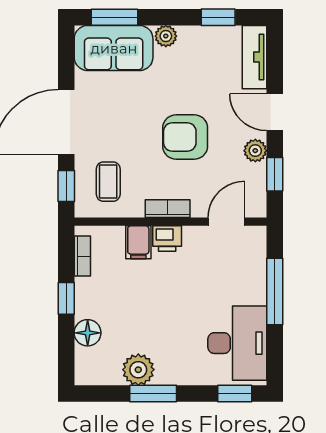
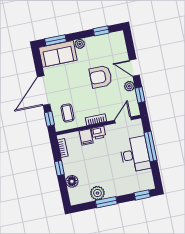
tv unit: (254, 57) -> (121, 45), removed
armchair: (185, 137) -> (101, 77), moved
desk: (237, 343) -> (135, 154), moved

